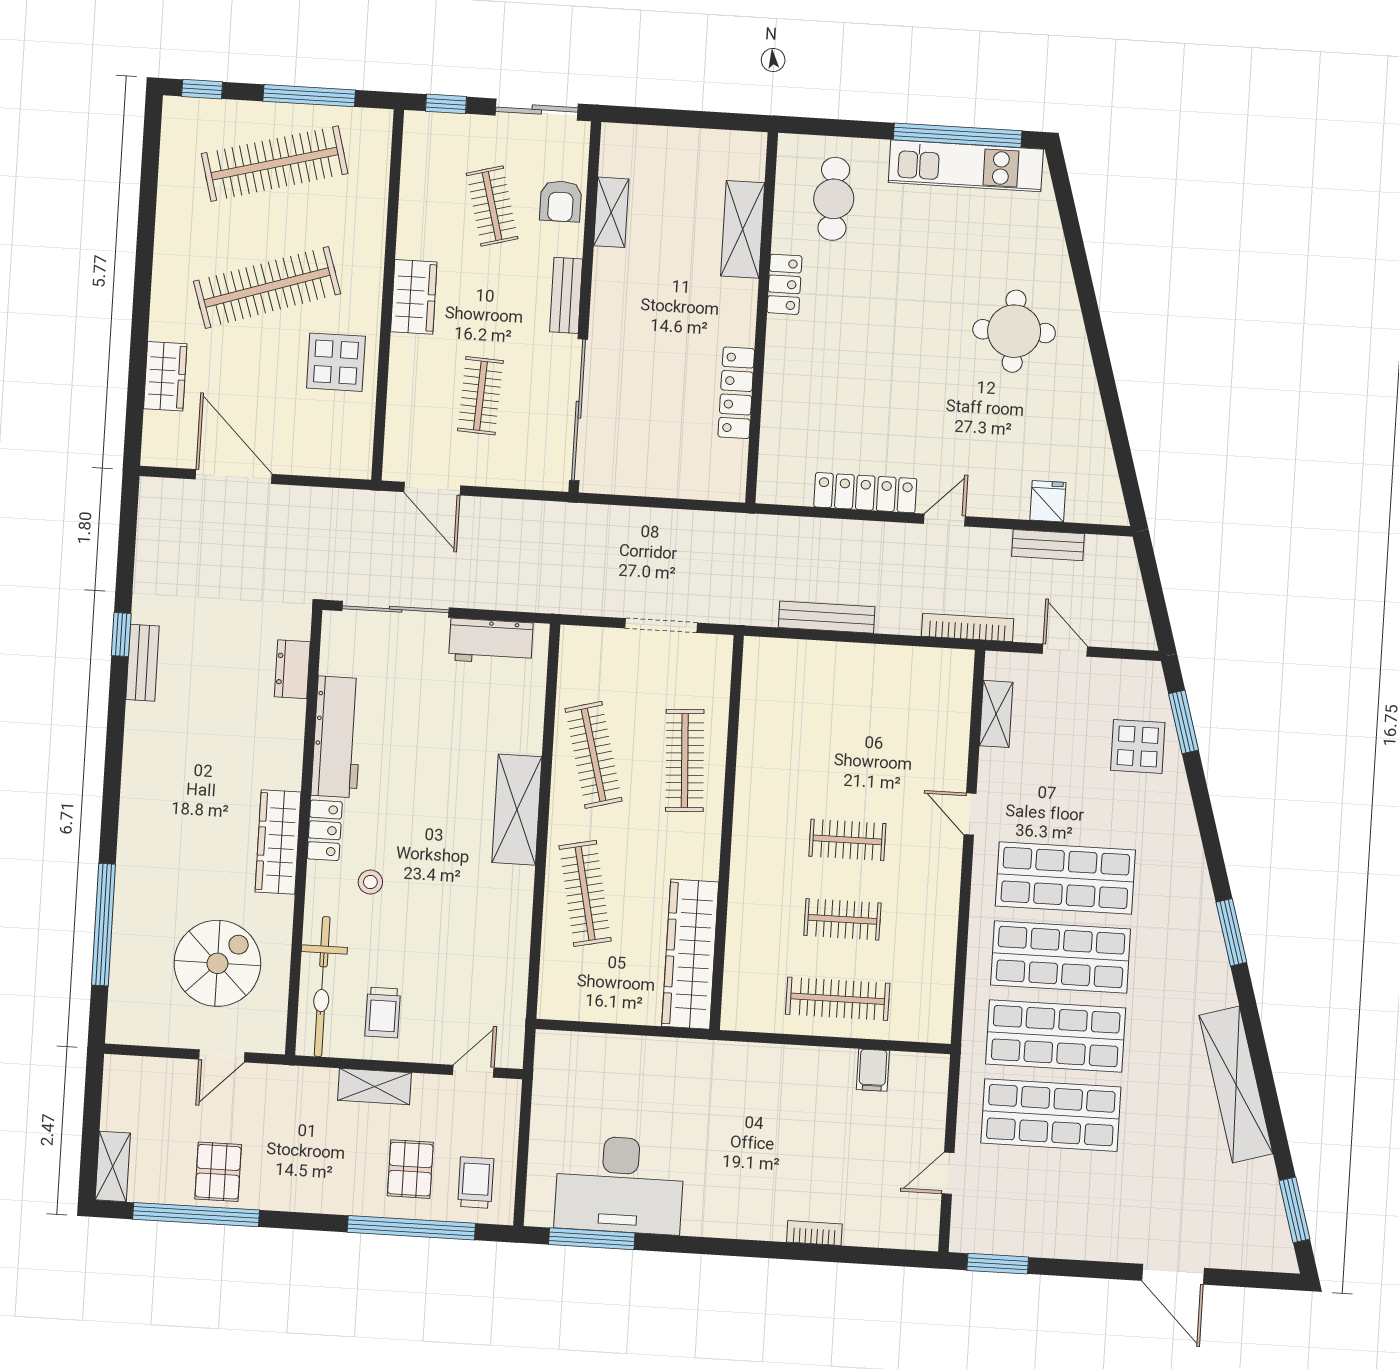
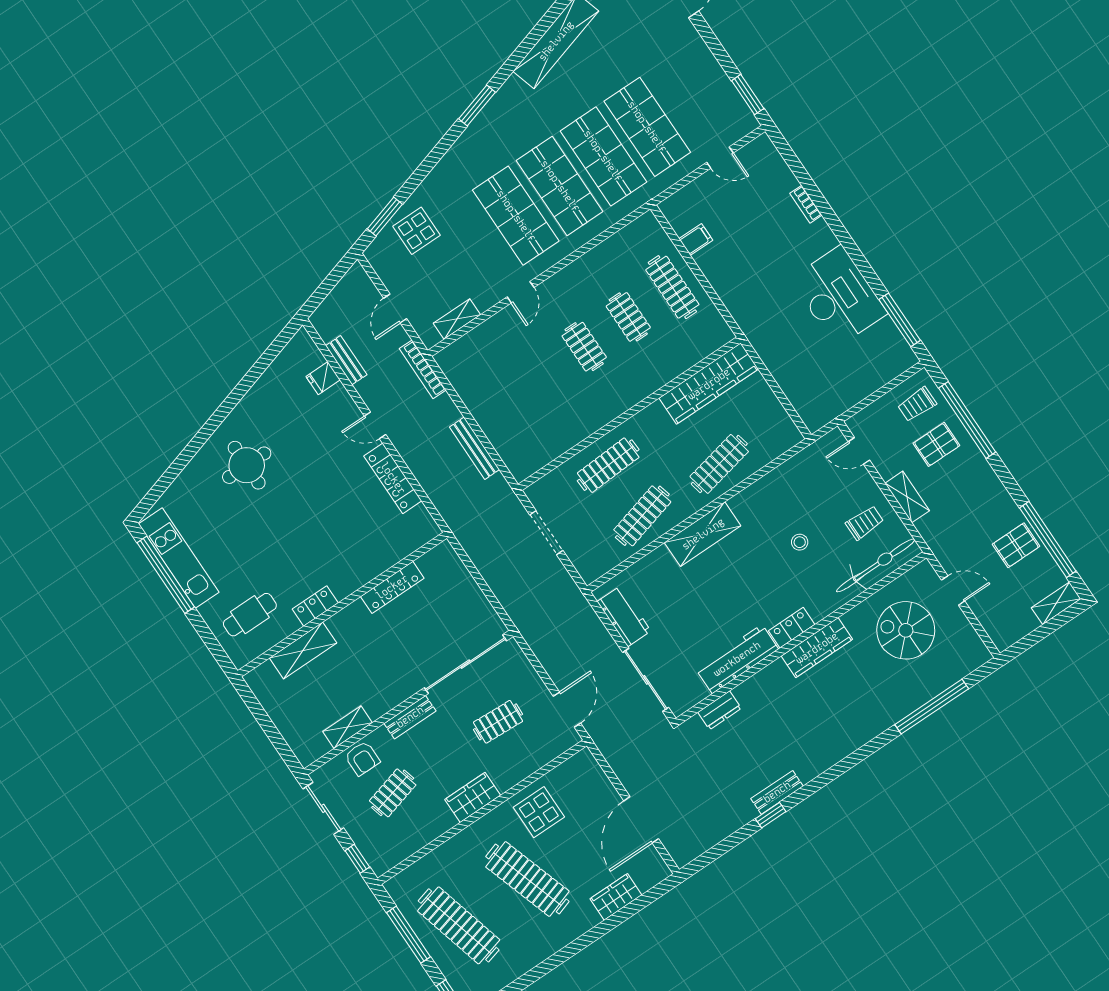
armchair: (561, 201) -> (362, 758), turned 90
stool: (370, 882) -> (800, 542), moved
desk: (619, 1185) -> (839, 296), moved

